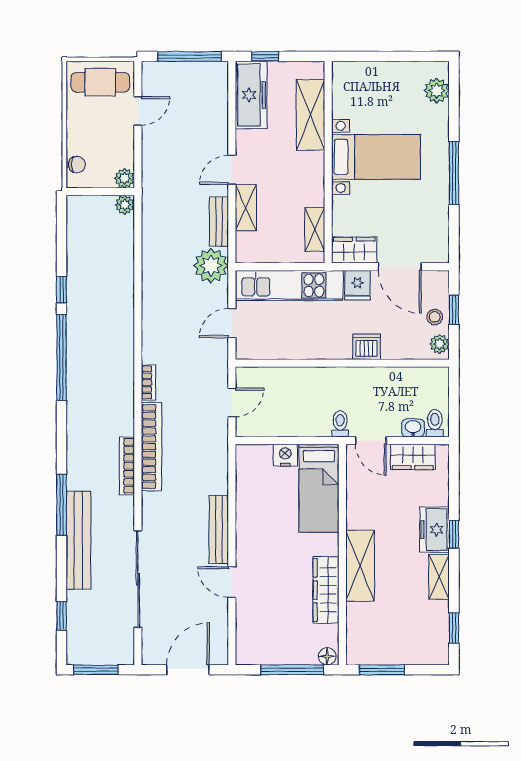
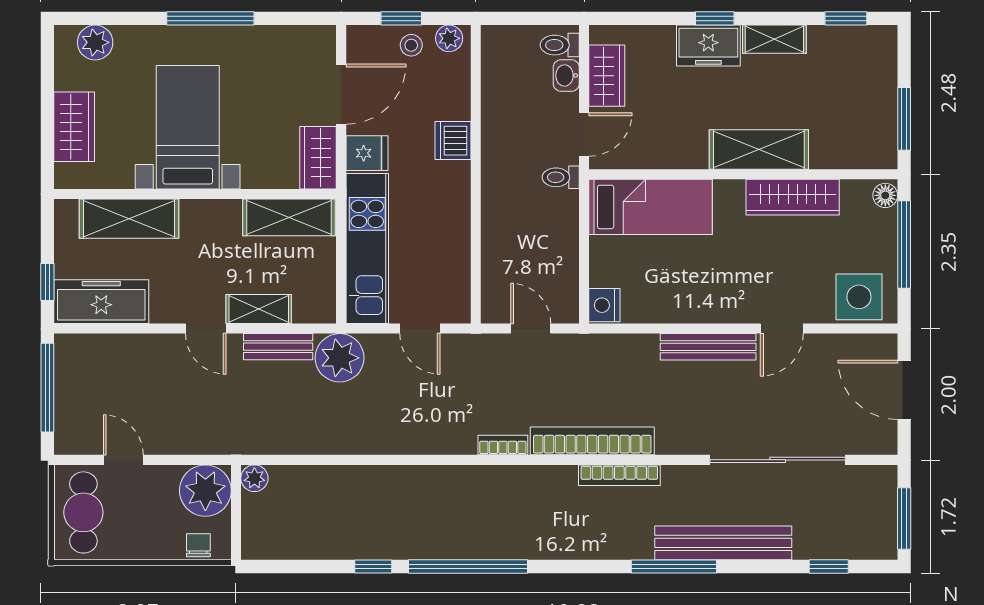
wardrobe: (376, 76) -> (74, 127), added
plant: (125, 178) -> (205, 491), width x1.87, depth x1.87
shelving: (315, 229) -> (289, 217), width x1.50, depth x1.33
nightstand: (285, 455) -> (604, 305), moved
side table: (255, 637) -> (859, 297), added

